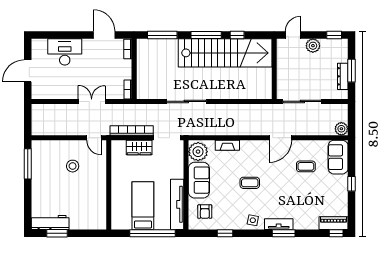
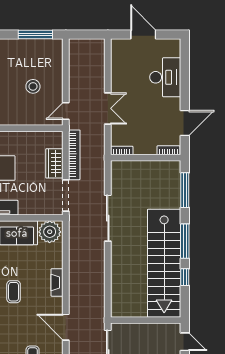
fireplace: (227, 145) -> (57, 282), moved

